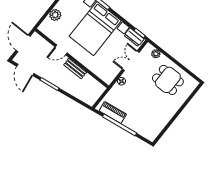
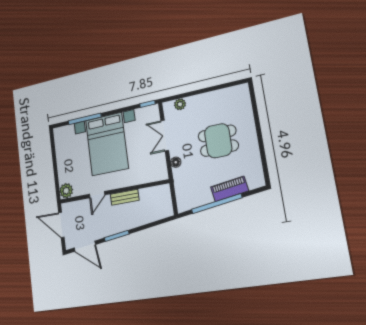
plant: (55, 15) -> (66, 191), moved
dresser: (134, 37) -> (146, 113), removed
dining table: (168, 80) -> (218, 141), moved
piano: (113, 113) -> (230, 189), moved

